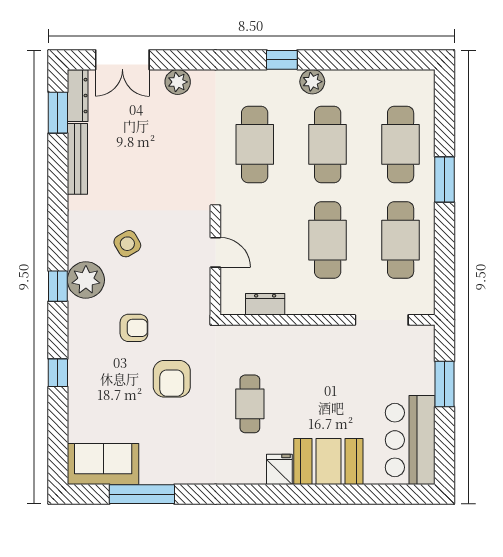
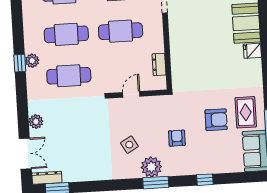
plant: (312, 82) -> (32, 61), moved
bench: (77, 159) -> (83, 176), removed
window: (58, 286) -> (156, 183), width x1.50
armchair: (172, 379) -> (216, 120), moved
cafe table: (250, 404) -> (216, 70), removed
rug: (172, 451) -> (246, 112), added

